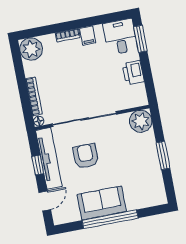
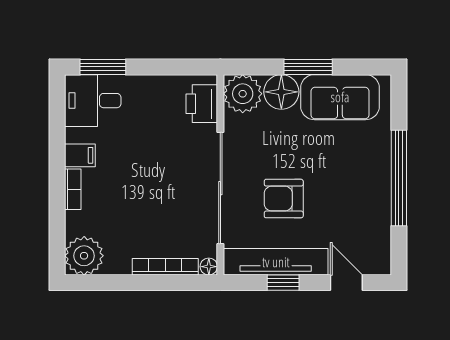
printer: (133, 73) -> (202, 104), moved, turned 90
floor lamp: (146, 143) -> (281, 92), added
sofa: (102, 203) -> (340, 97), moved, turned -90

